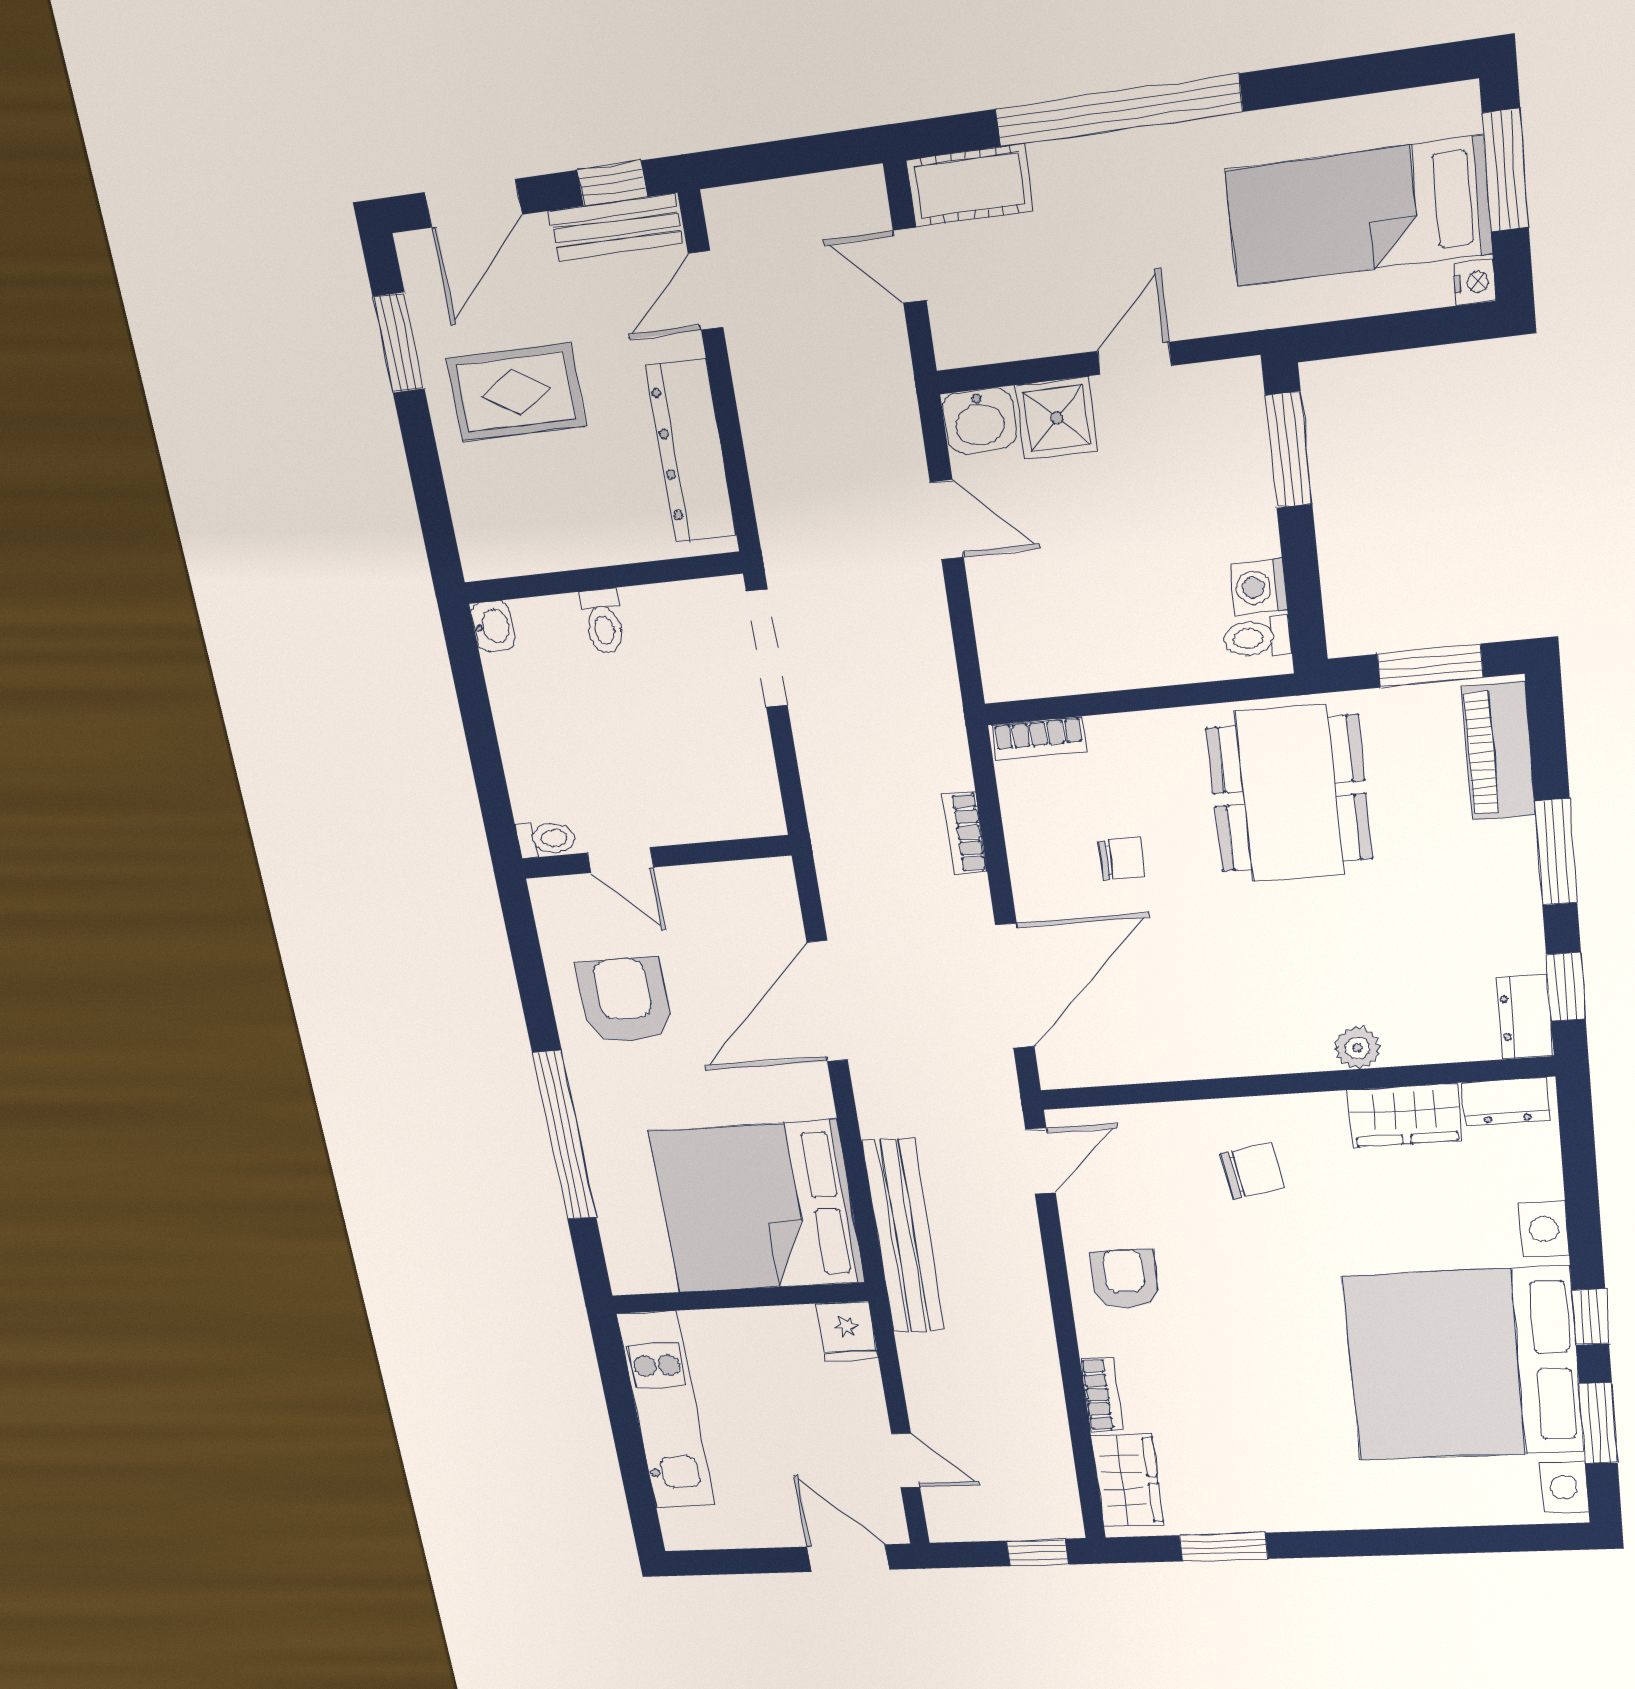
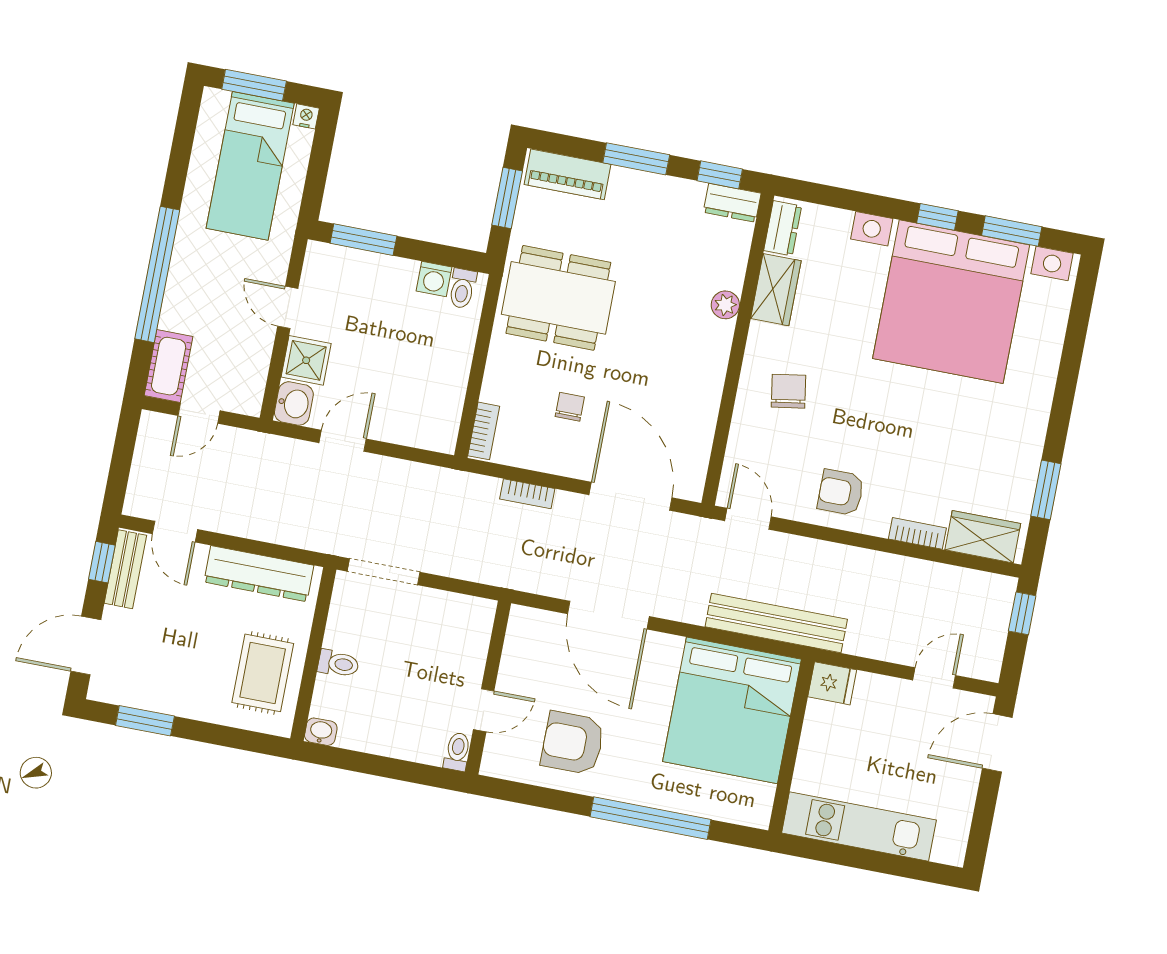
door: (473, 203) -> (86, 646), swing flipped
rug: (516, 392) -> (263, 673), moved

